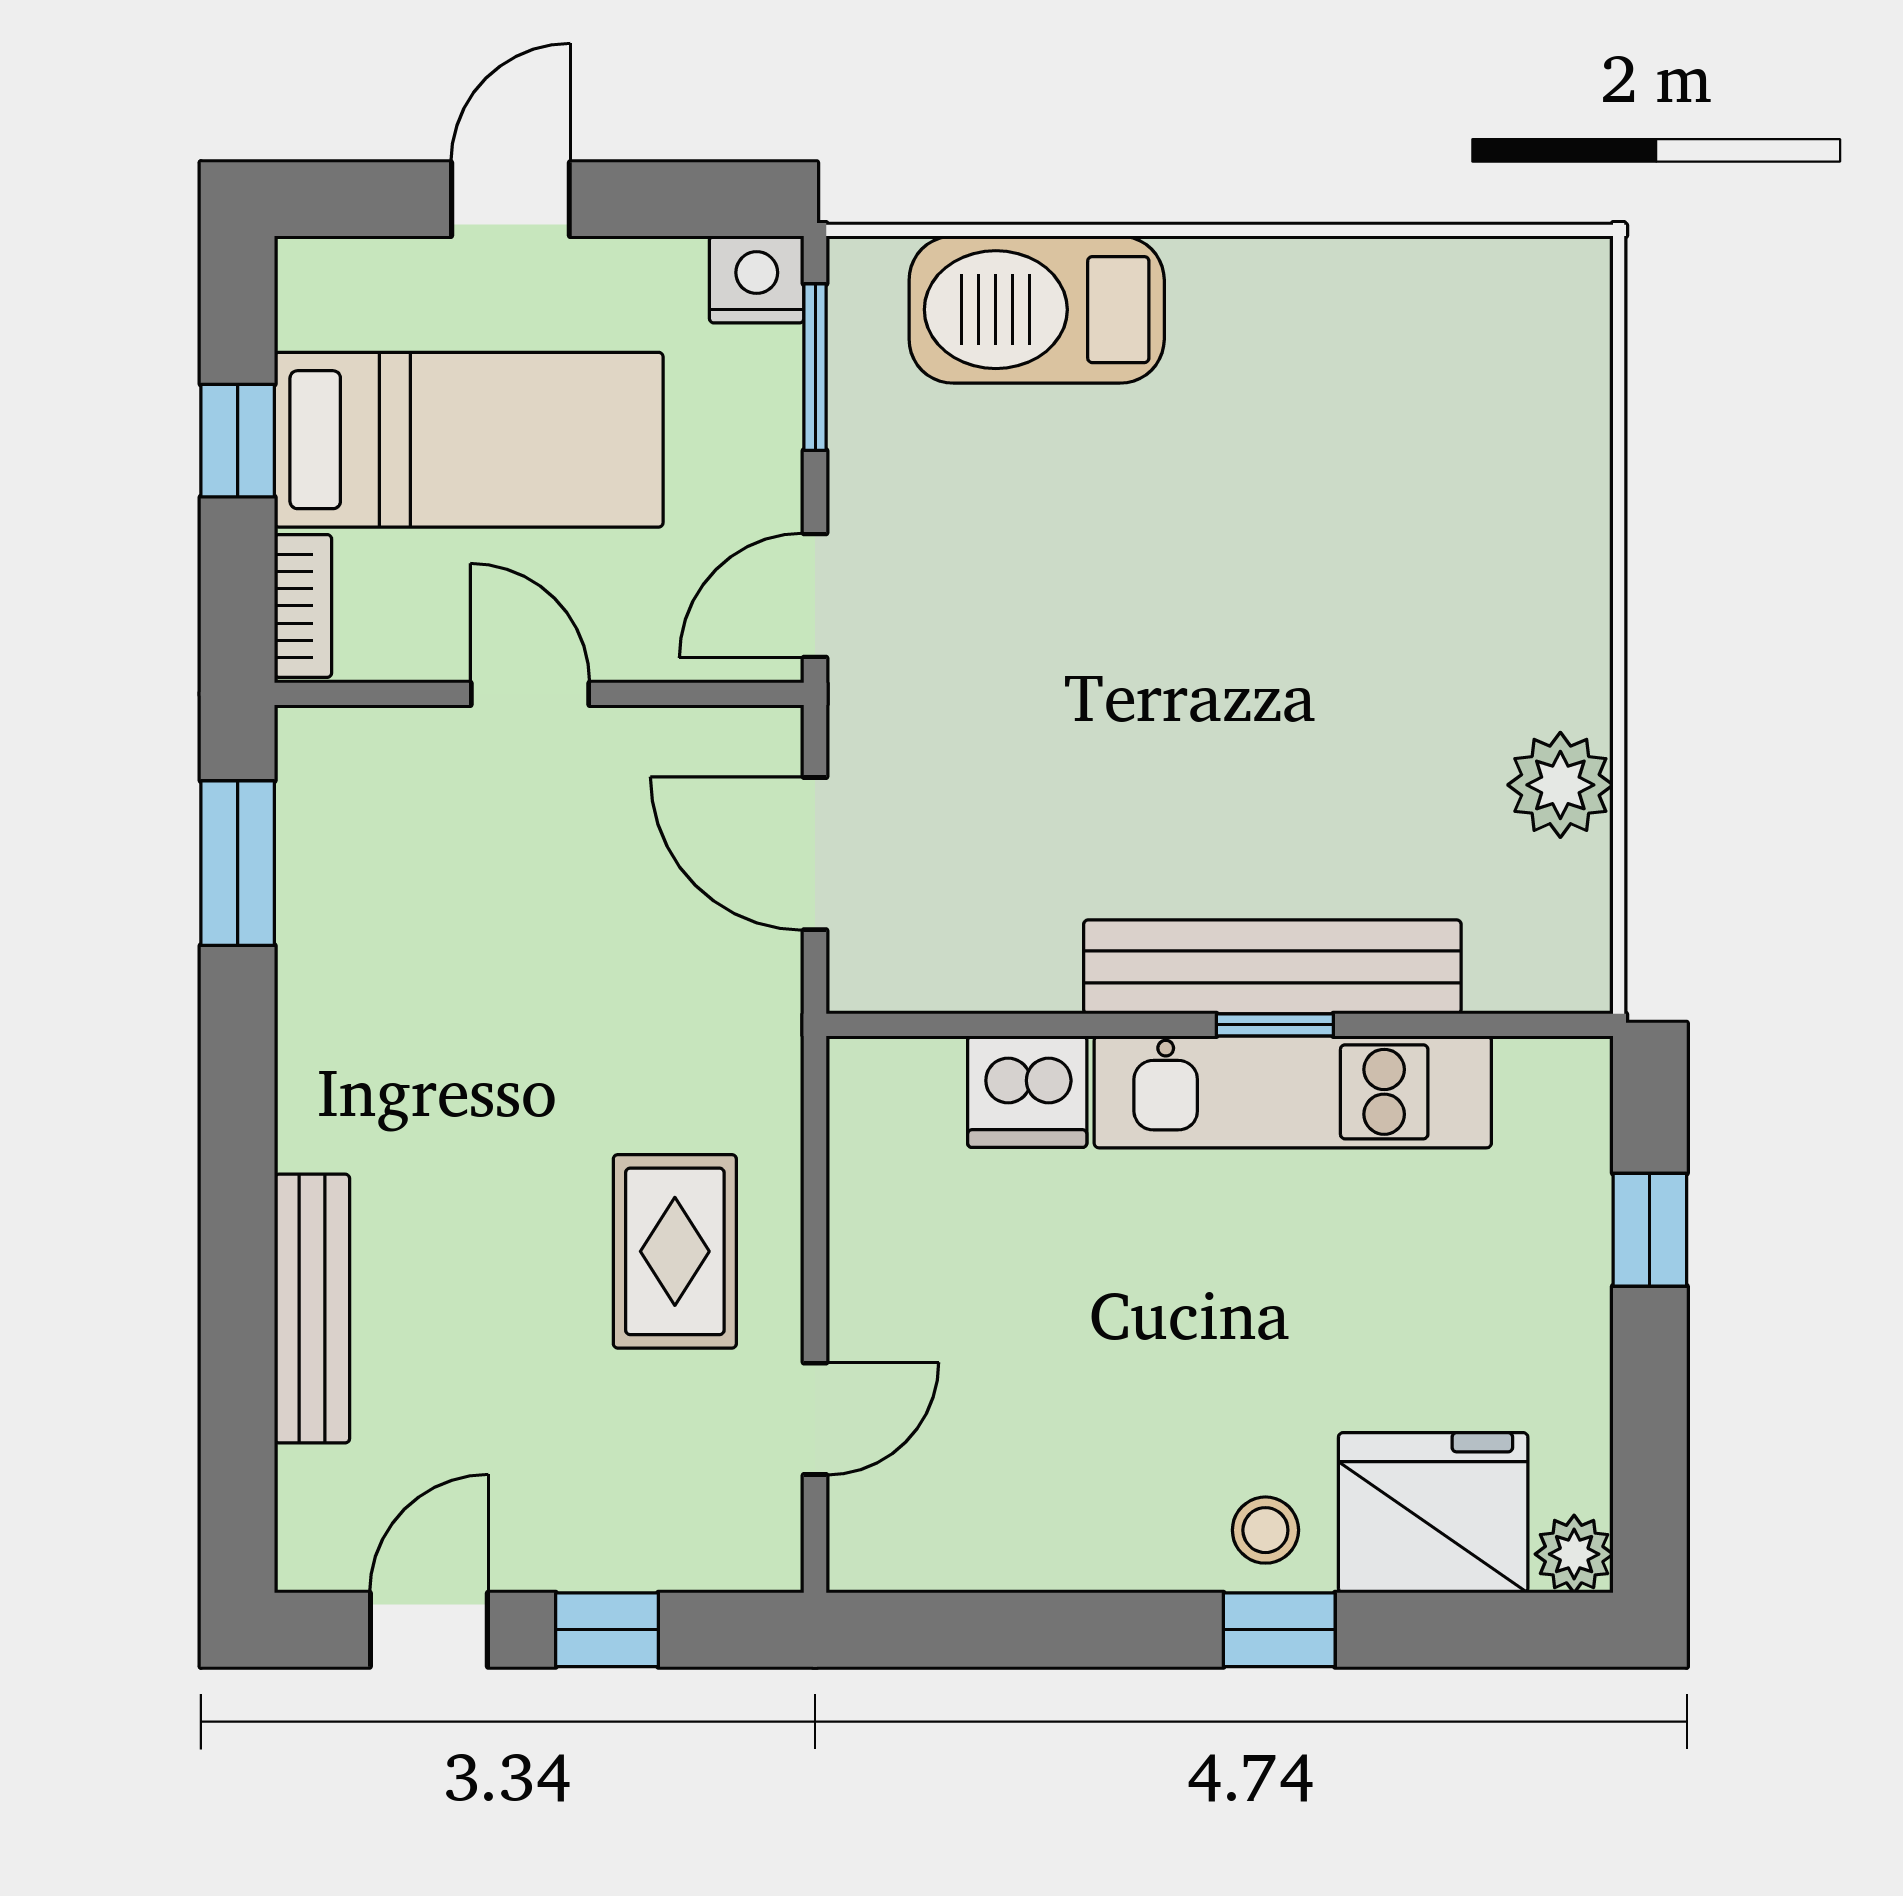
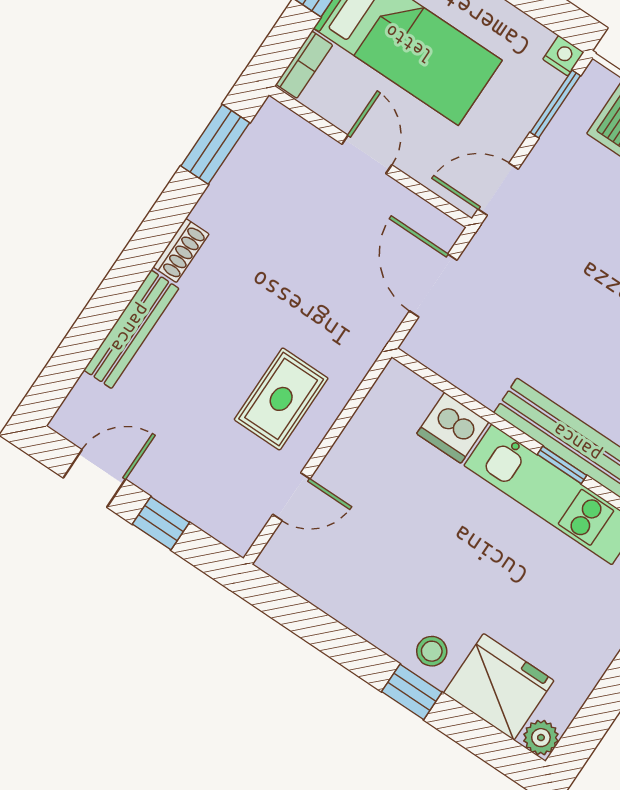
nightstand: (757, 279) -> (563, 56), width x0.72, depth x0.74
shoe rack: (306, 1102) -> (181, 250), added

